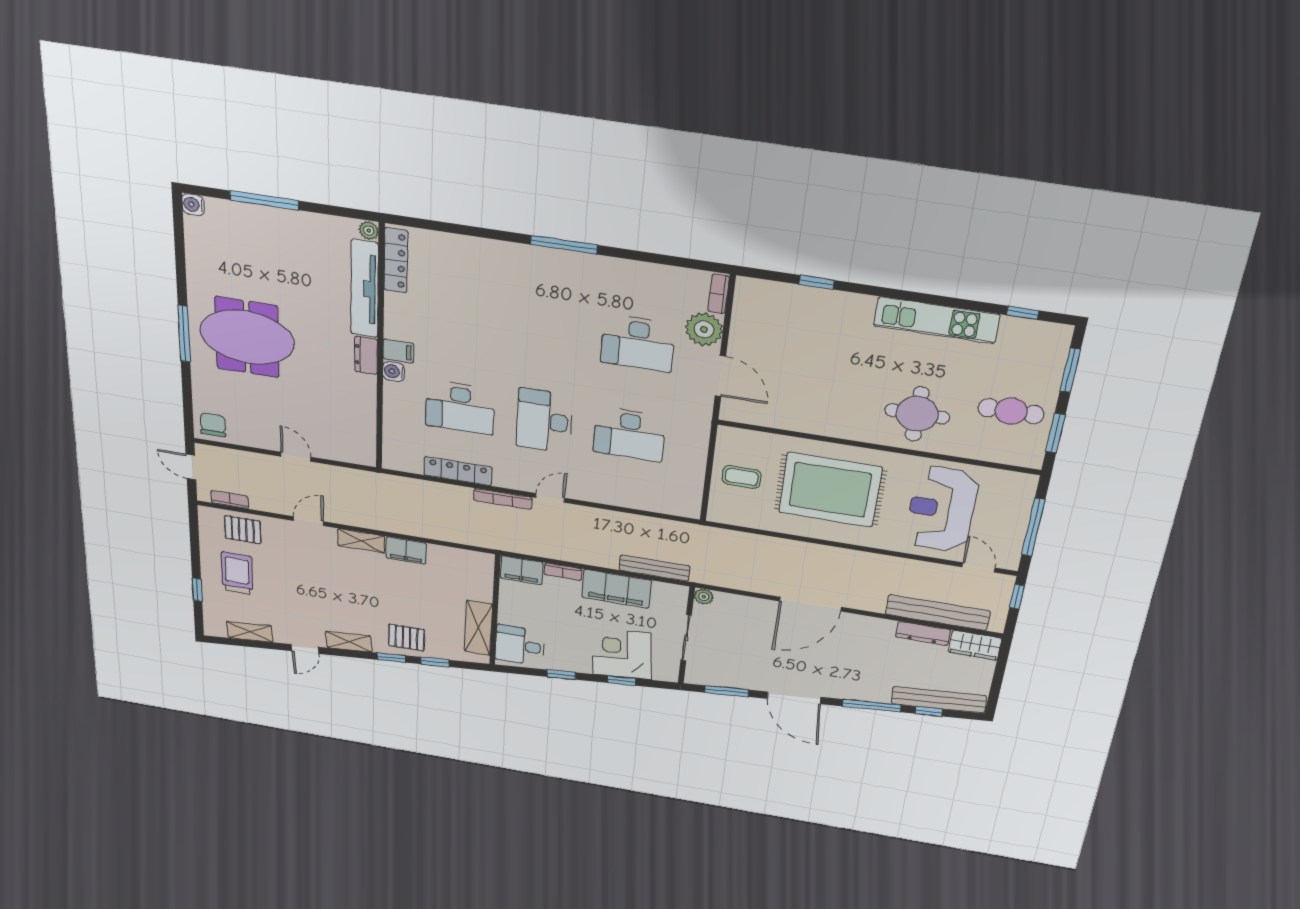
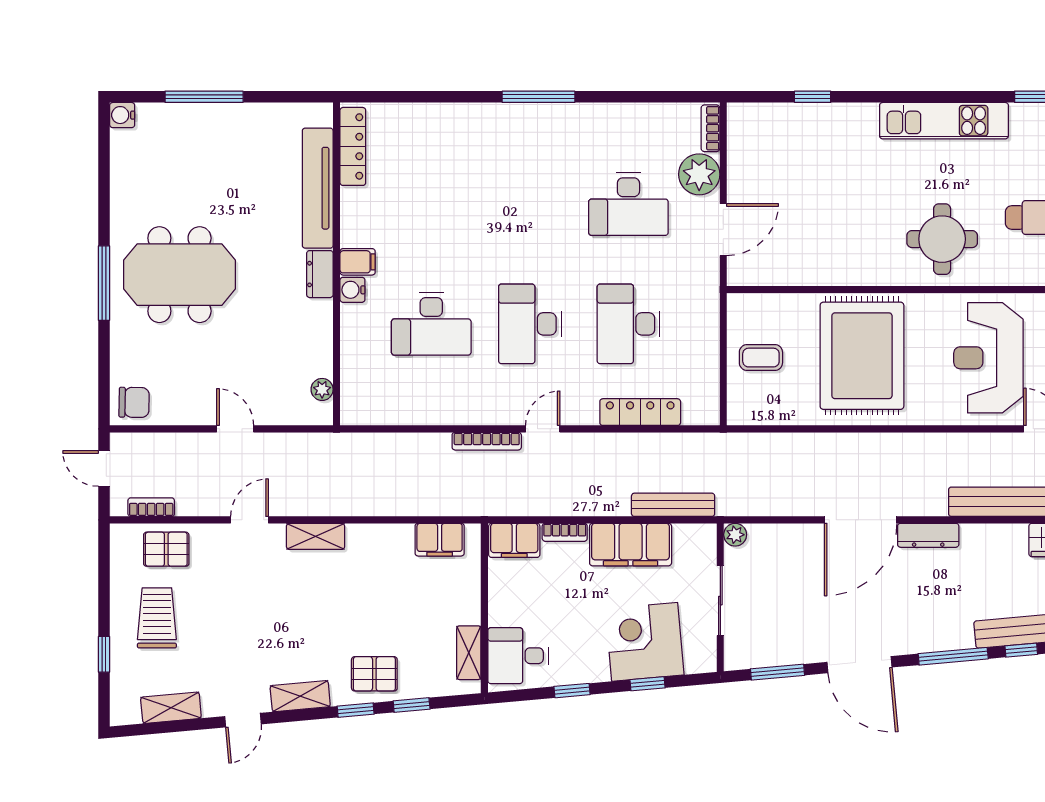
plant: (369, 231) -> (322, 389), moved
door: (720, 376) -> (723, 230), hinge flipped
chair: (213, 425) -> (134, 402), turned 91
desk: (629, 434) -> (628, 324), turned 90
locker: (458, 471) -> (640, 412), moved
rug: (830, 490) -> (862, 356), turned 90
filing cabinet: (406, 551) -> (440, 540), moved
shelving: (478, 628) -> (469, 653), width x0.67, depth x0.75
dresser: (923, 633) -> (928, 535), moved

